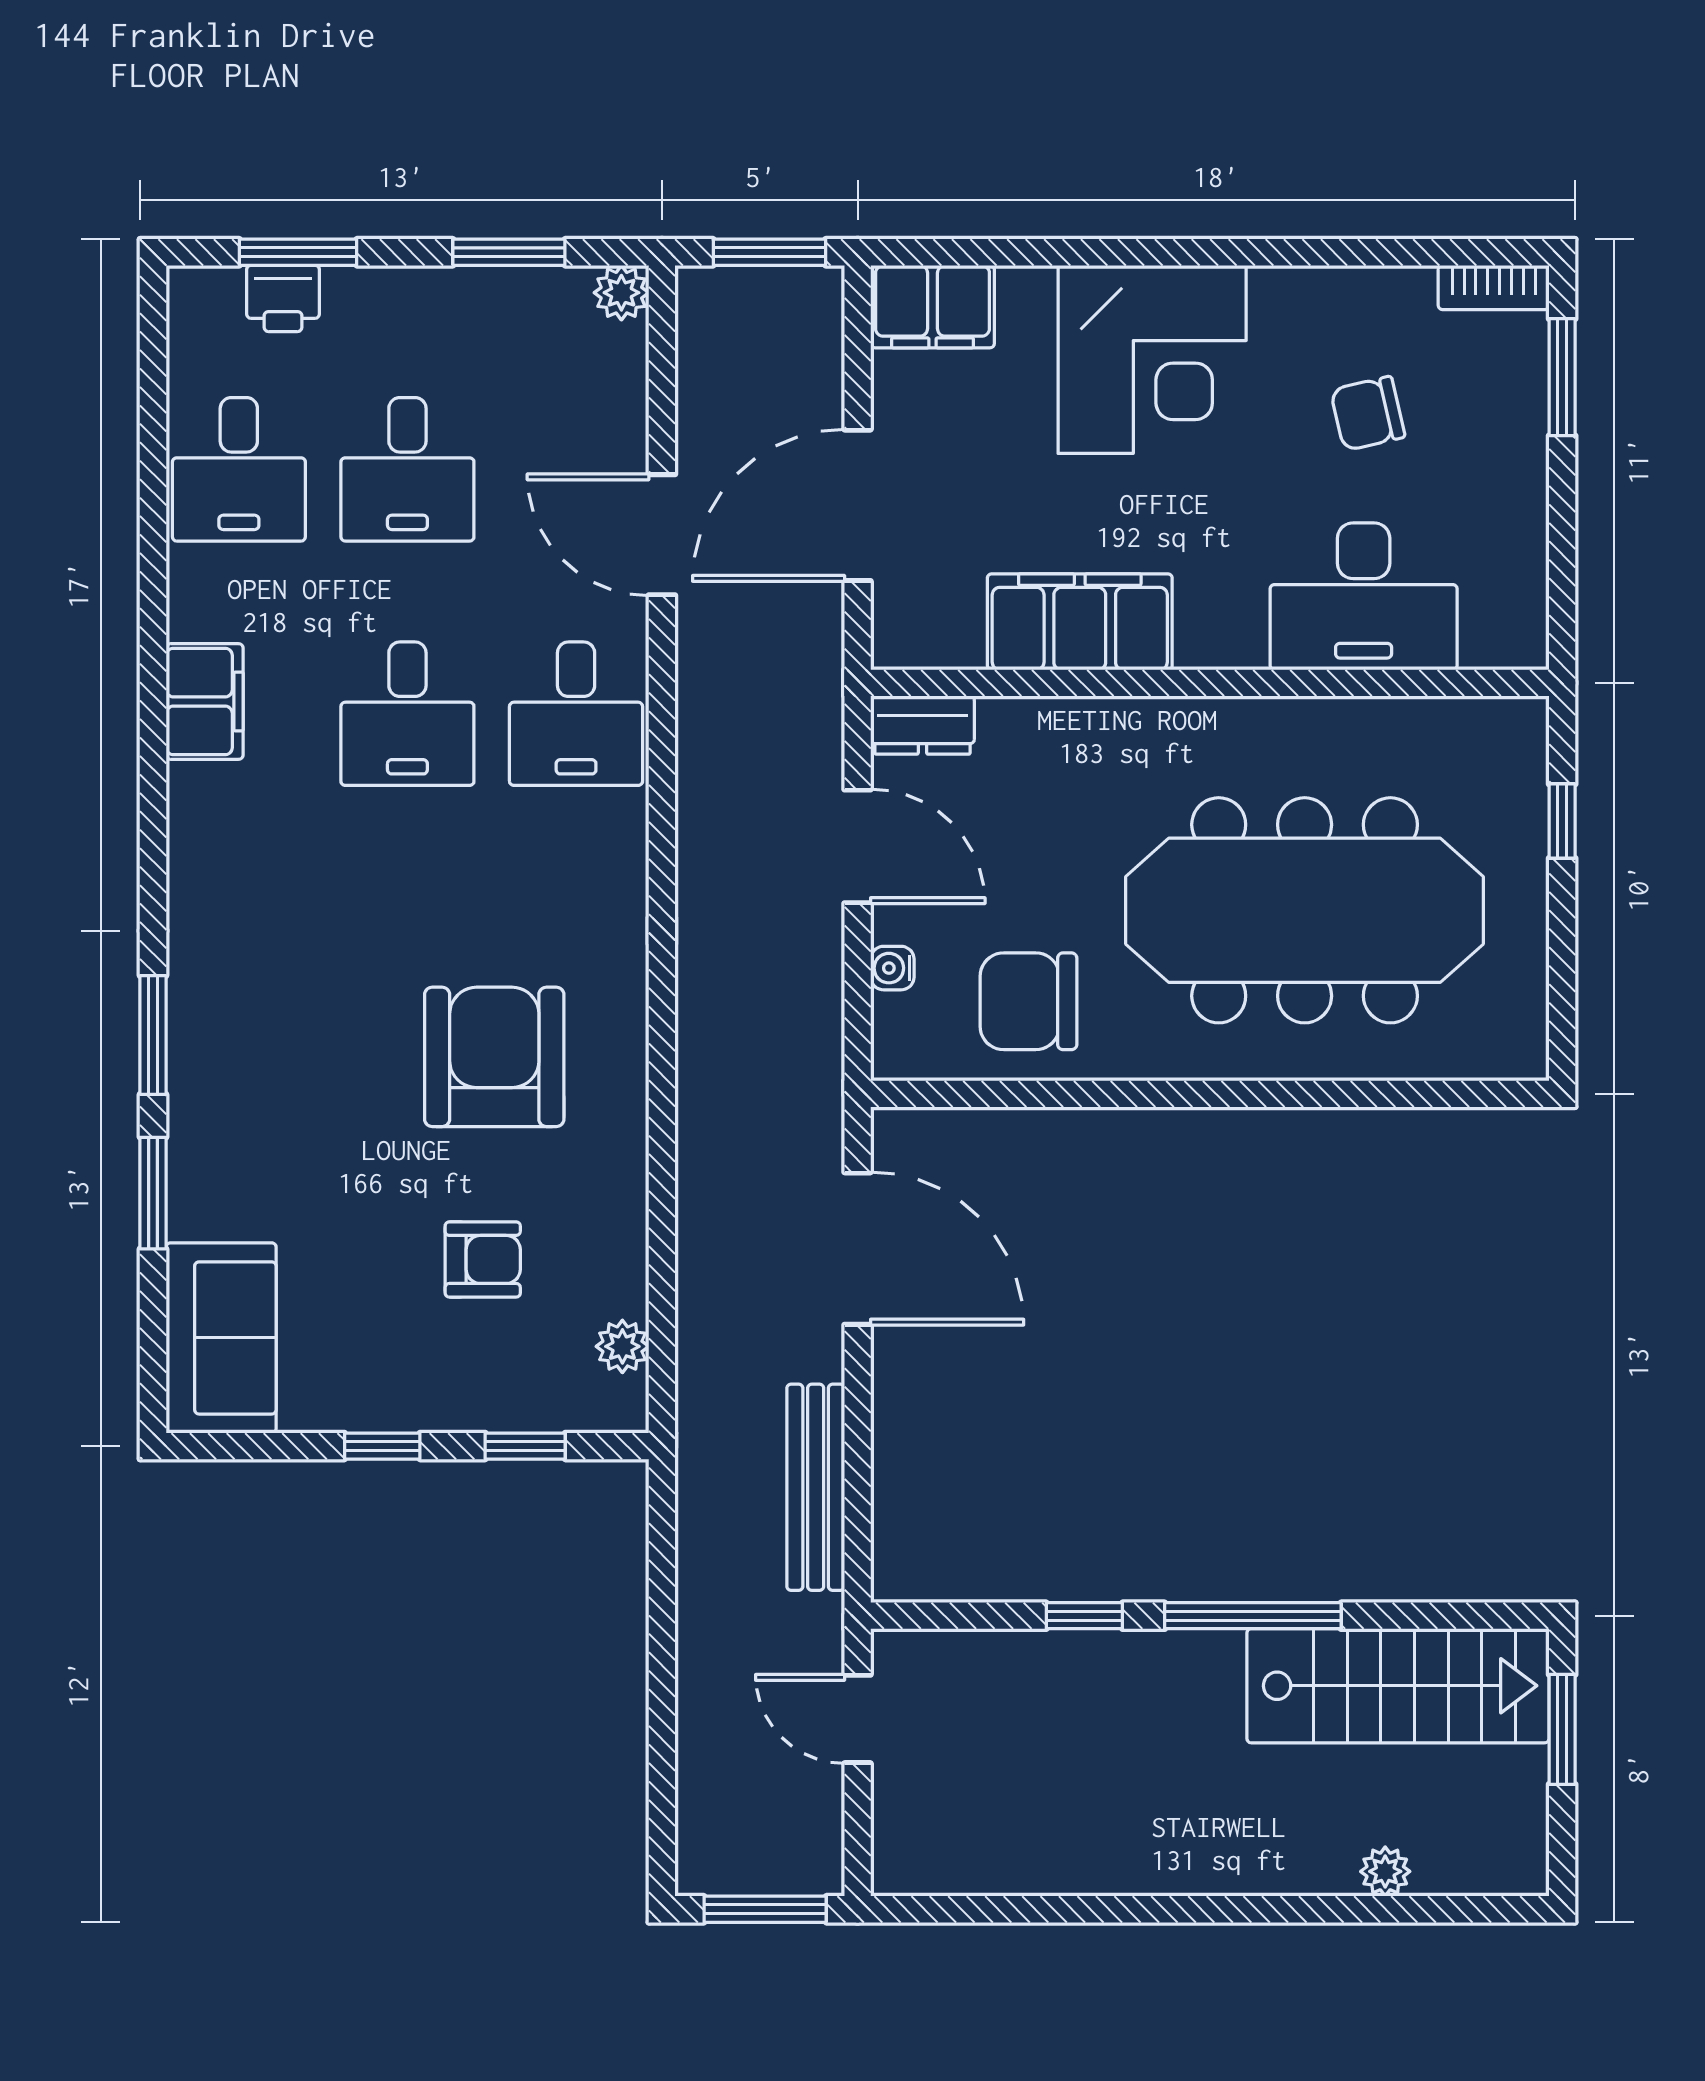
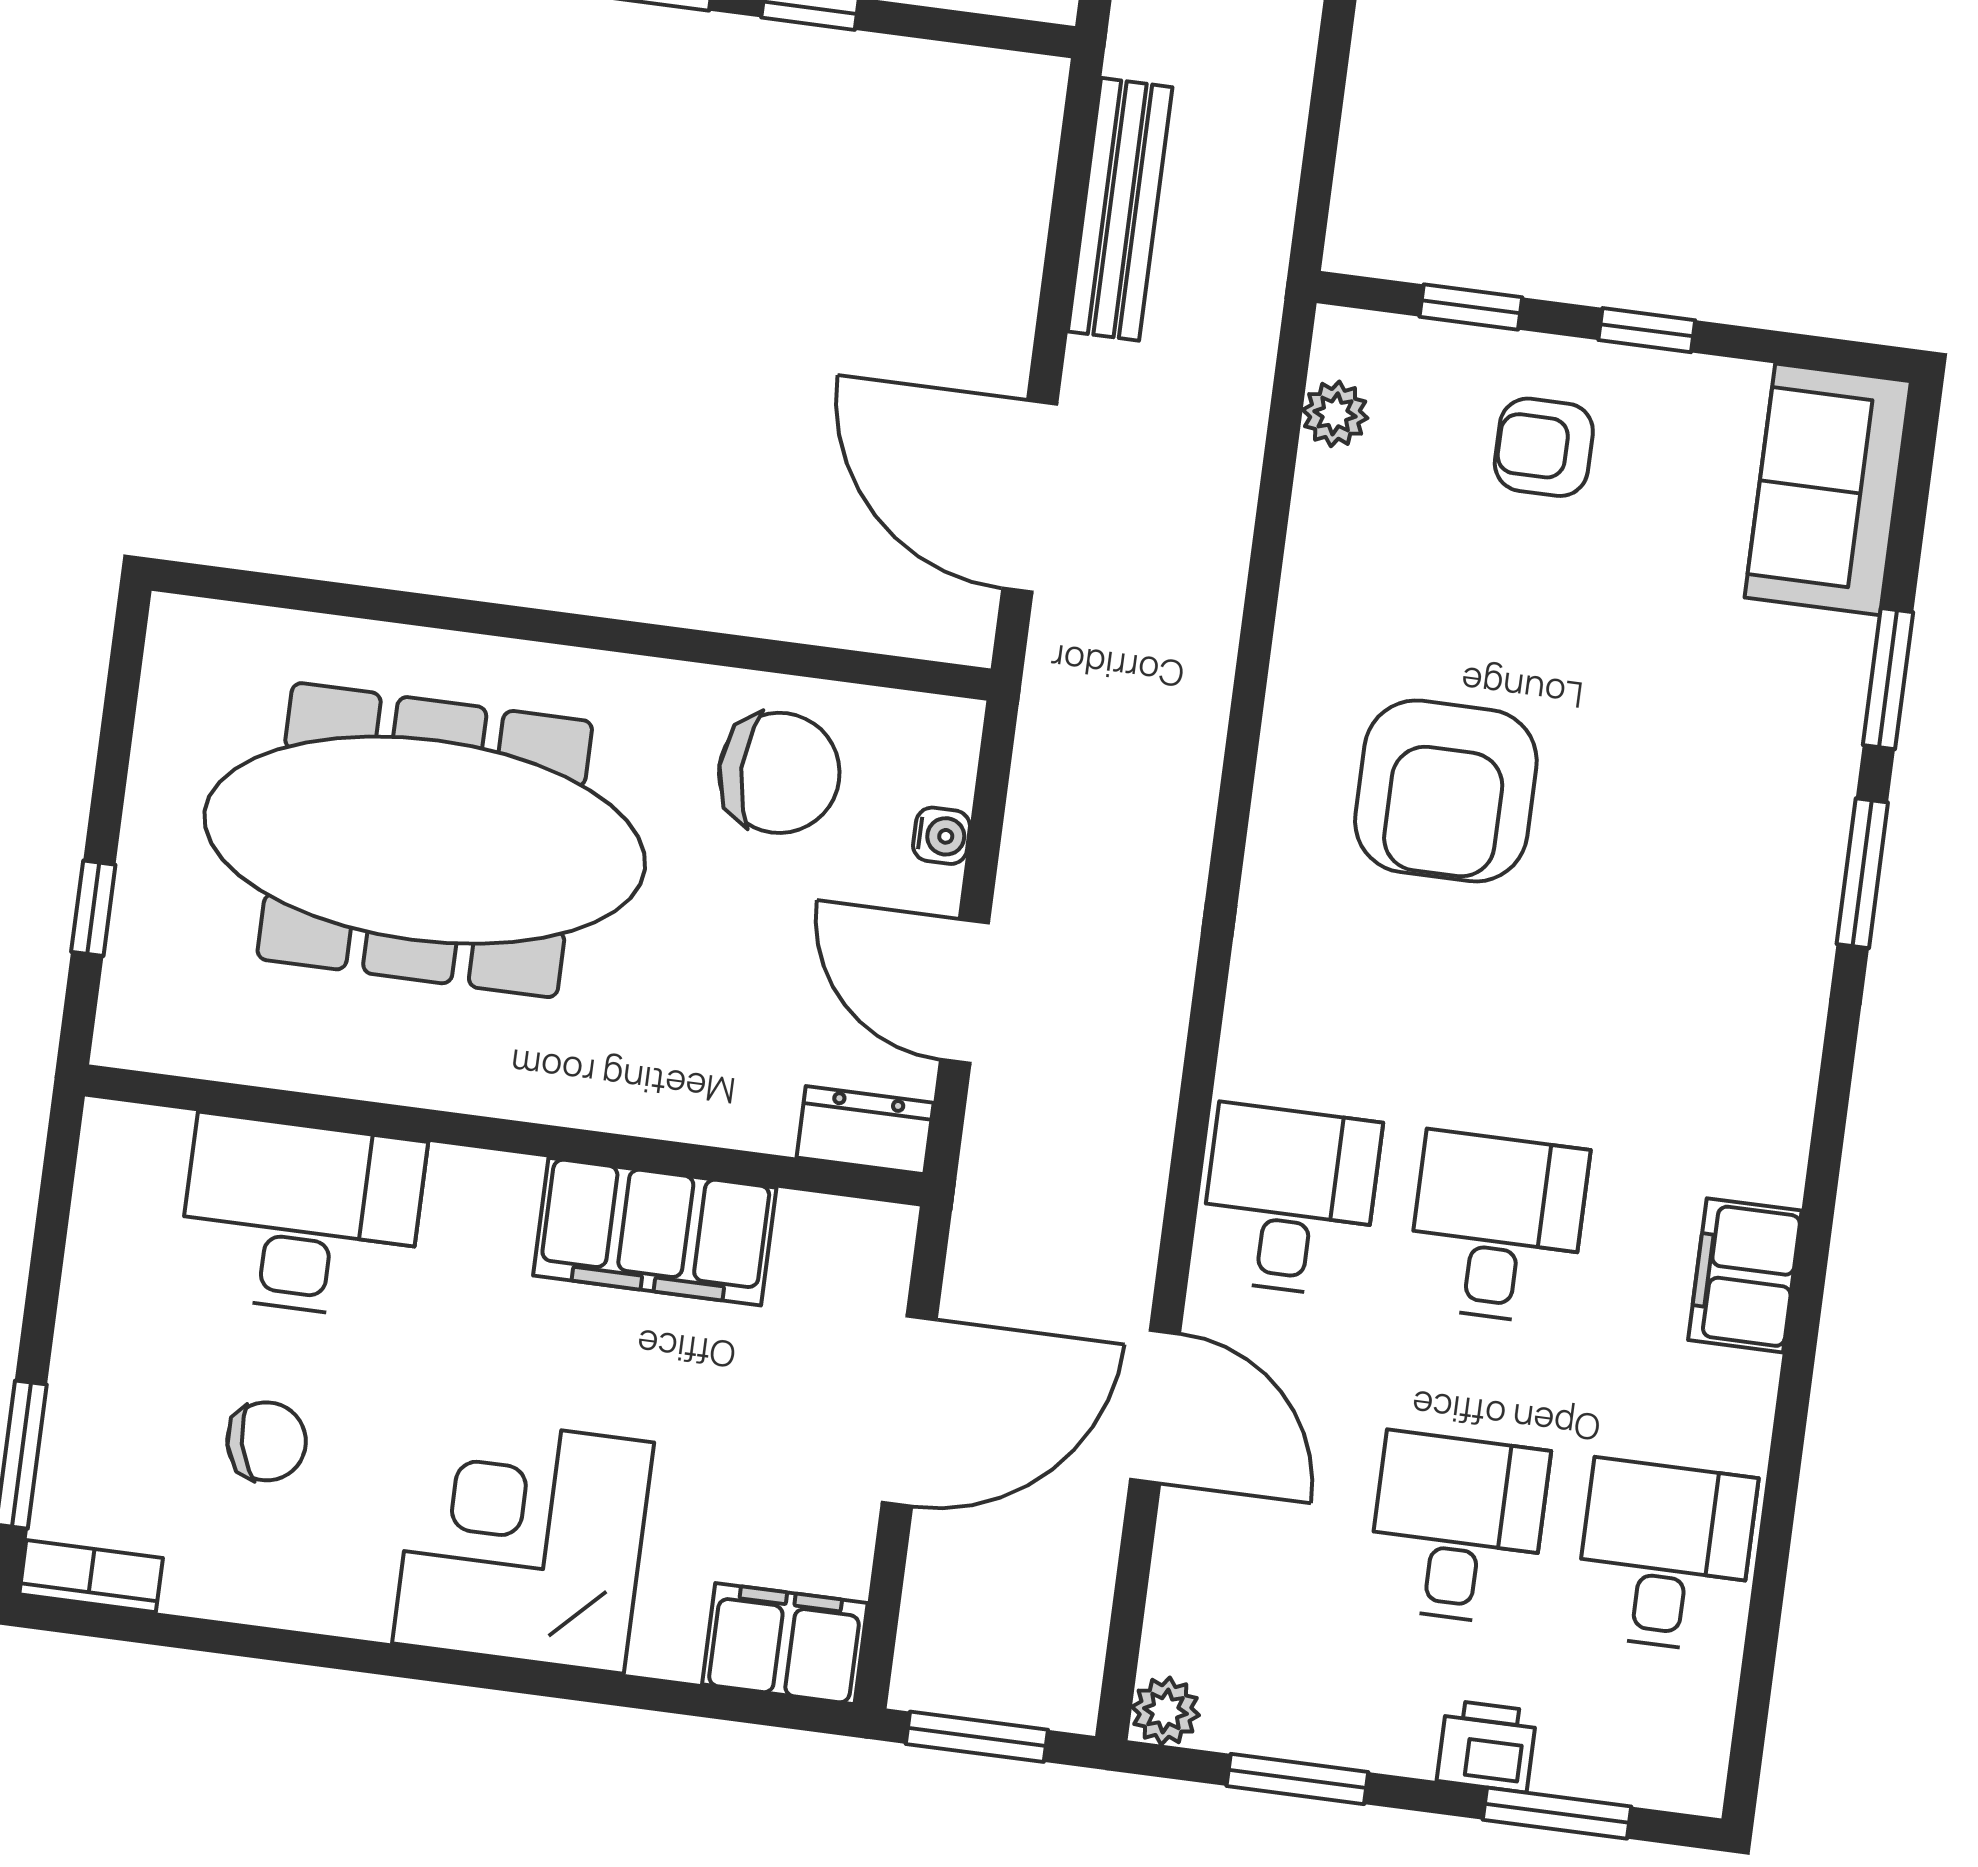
printer: (283, 298) -> (1487, 1746), moved
armchair: (483, 1259) -> (1544, 447), moved

